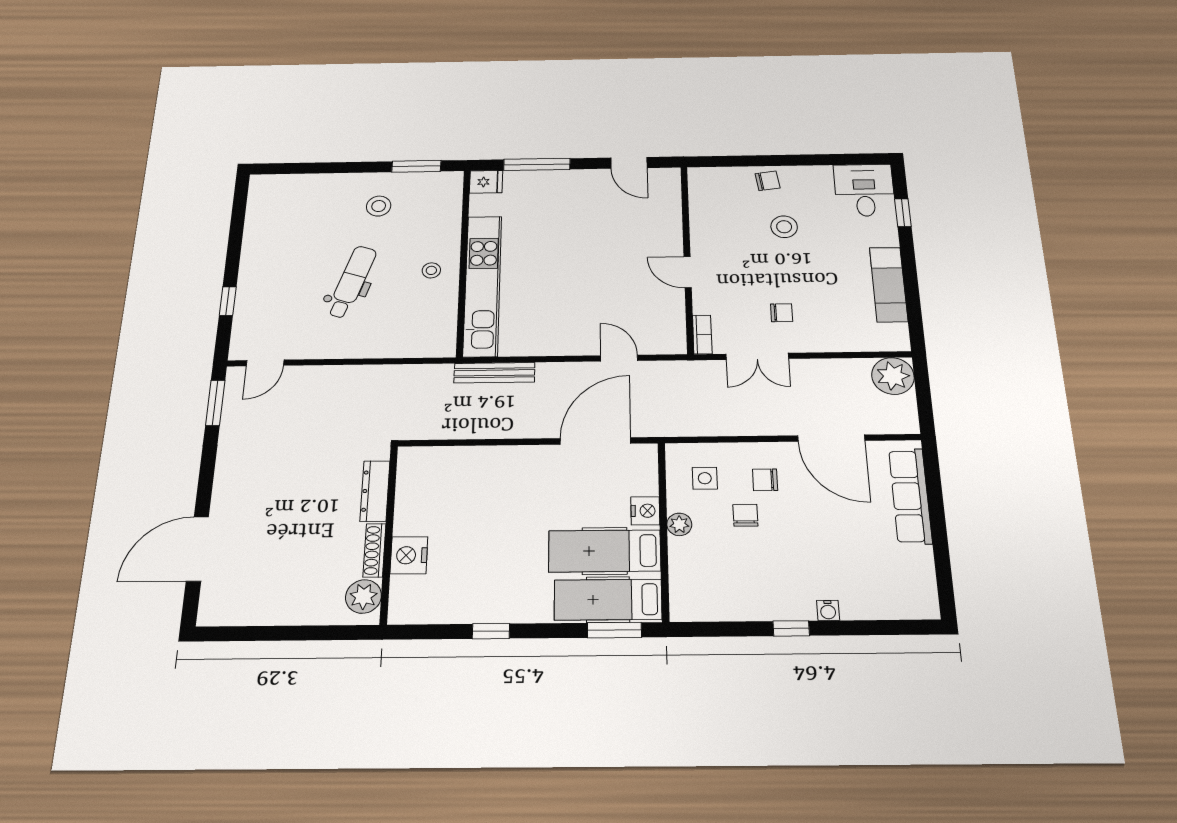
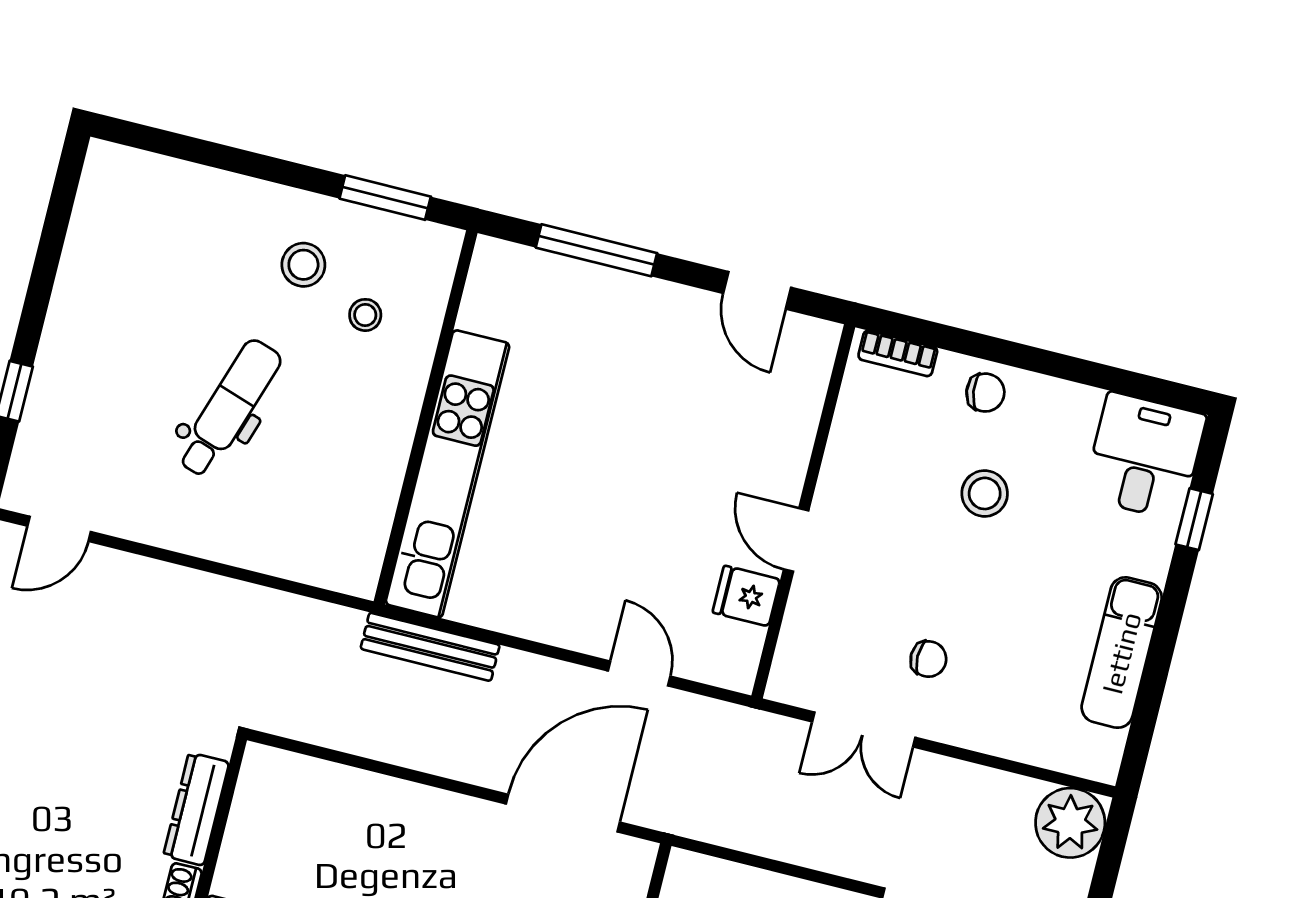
fridge: (486, 182) -> (746, 596), moved, turned 180
stool: (431, 270) -> (365, 315), moved
bookcase: (702, 334) -> (898, 353), moved, turned 90

